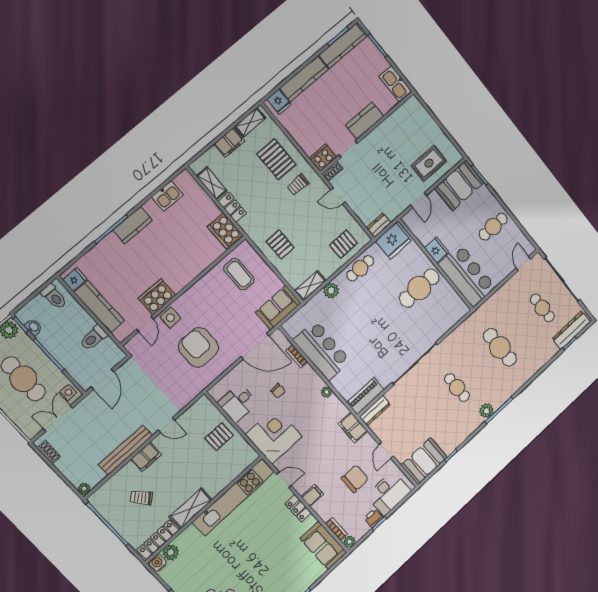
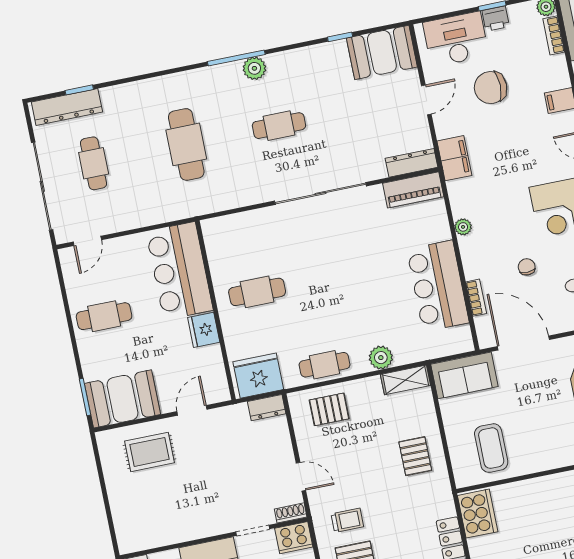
cafe table: (419, 288) -> (257, 292), width x0.73, depth x0.74
cafe table: (457, 387) -> (279, 126), turned 90

